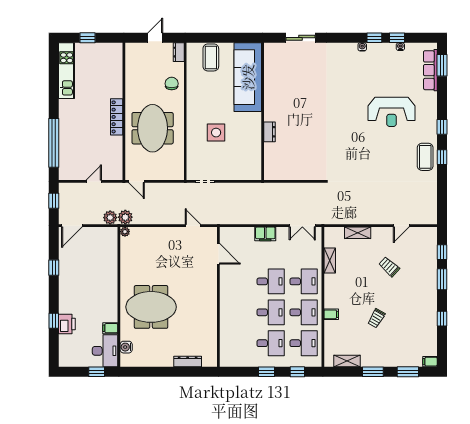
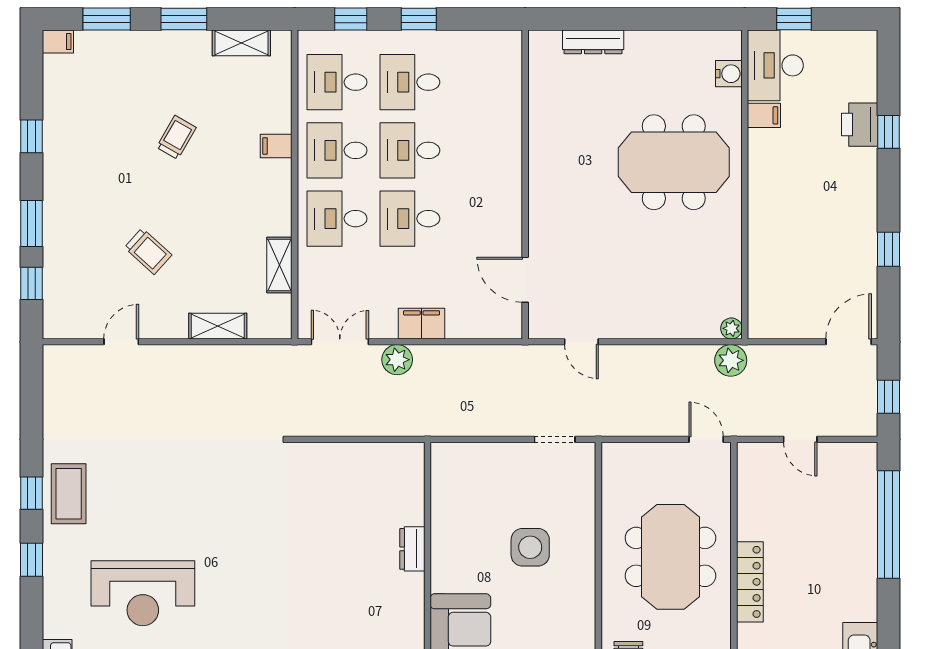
reception desk: (392, 112) -> (143, 593), turned 180
door: (94, 181) -> (800, 439), hinge flipped
plant: (110, 218) -> (397, 360), moved

